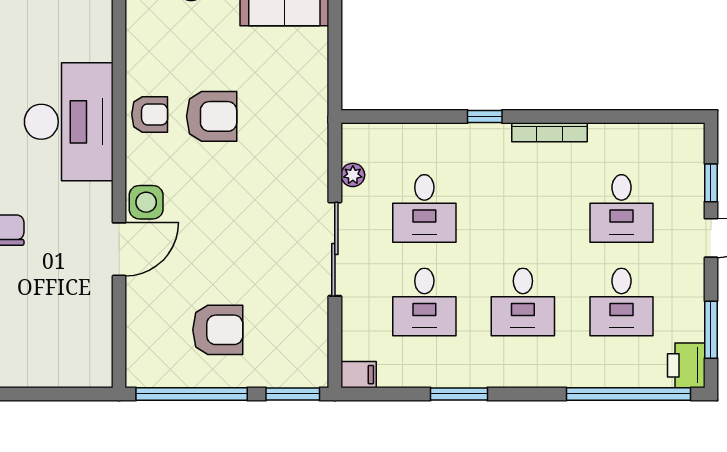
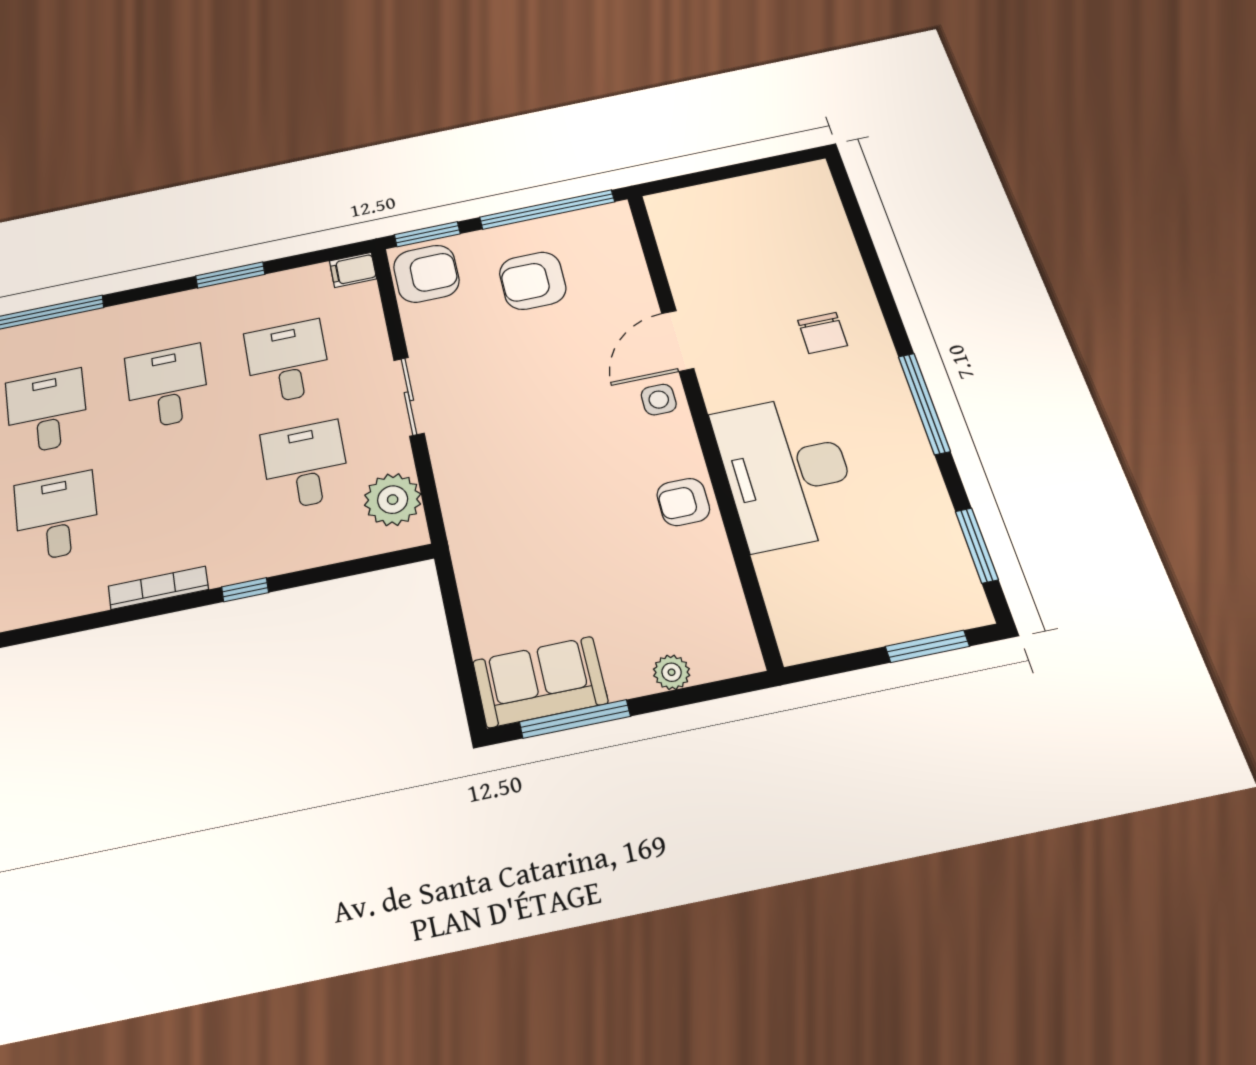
armchair: (212, 116) -> (426, 274), moved, turned 180
plant: (353, 175) -> (393, 500), width x1.87, depth x1.87
side table: (146, 202) -> (659, 400), width x0.73, depth x0.73
sliding door: (335, 249) -> (409, 396), width x0.73

